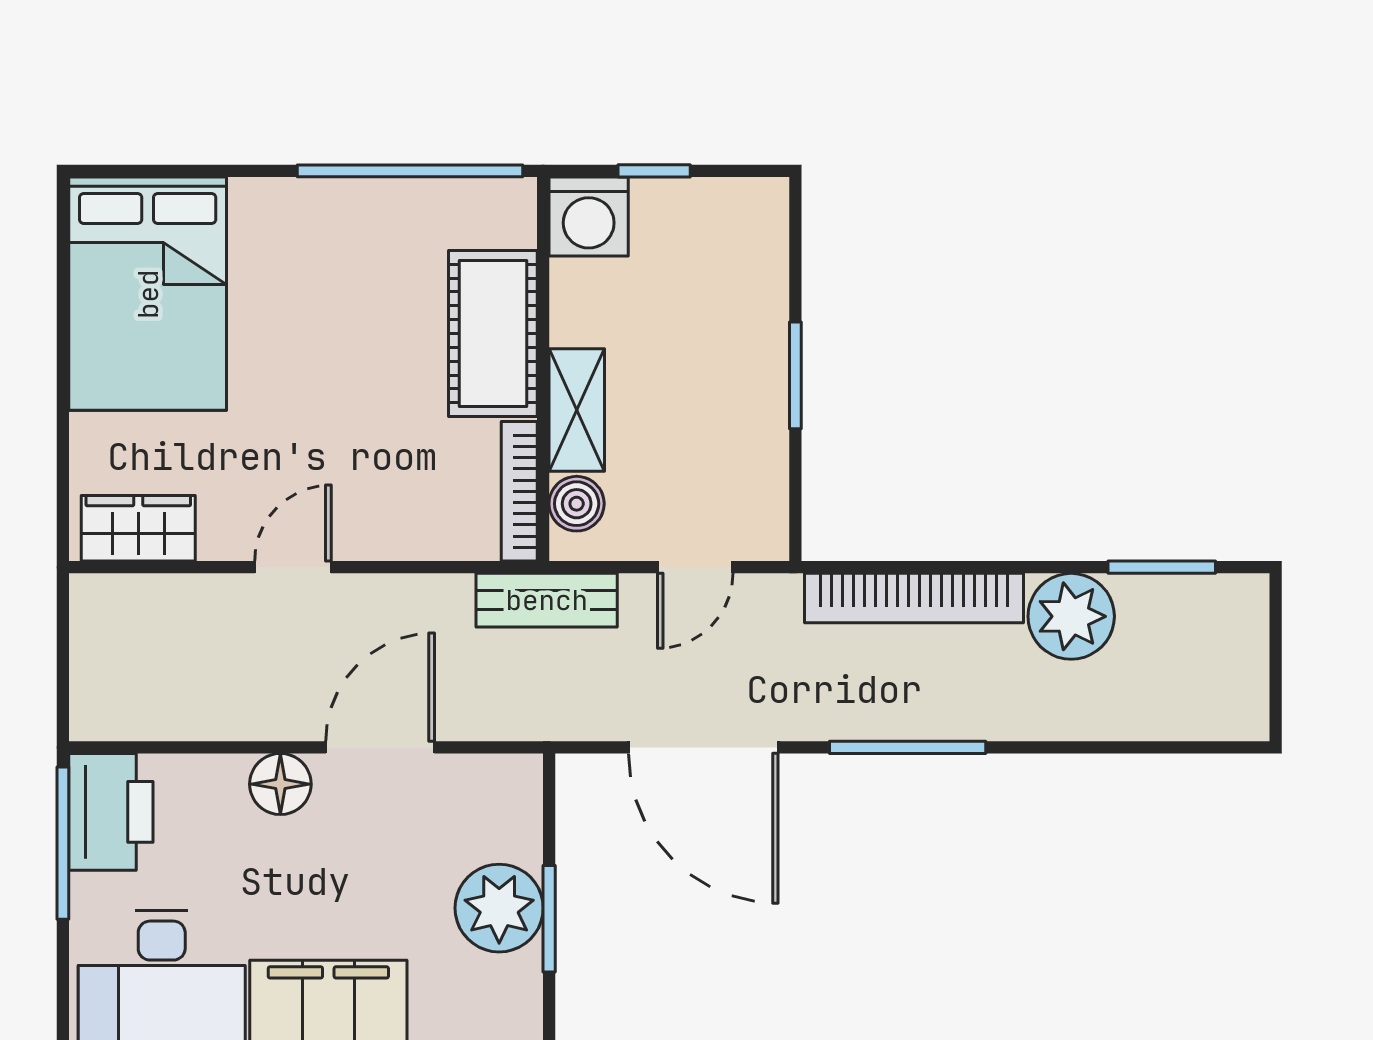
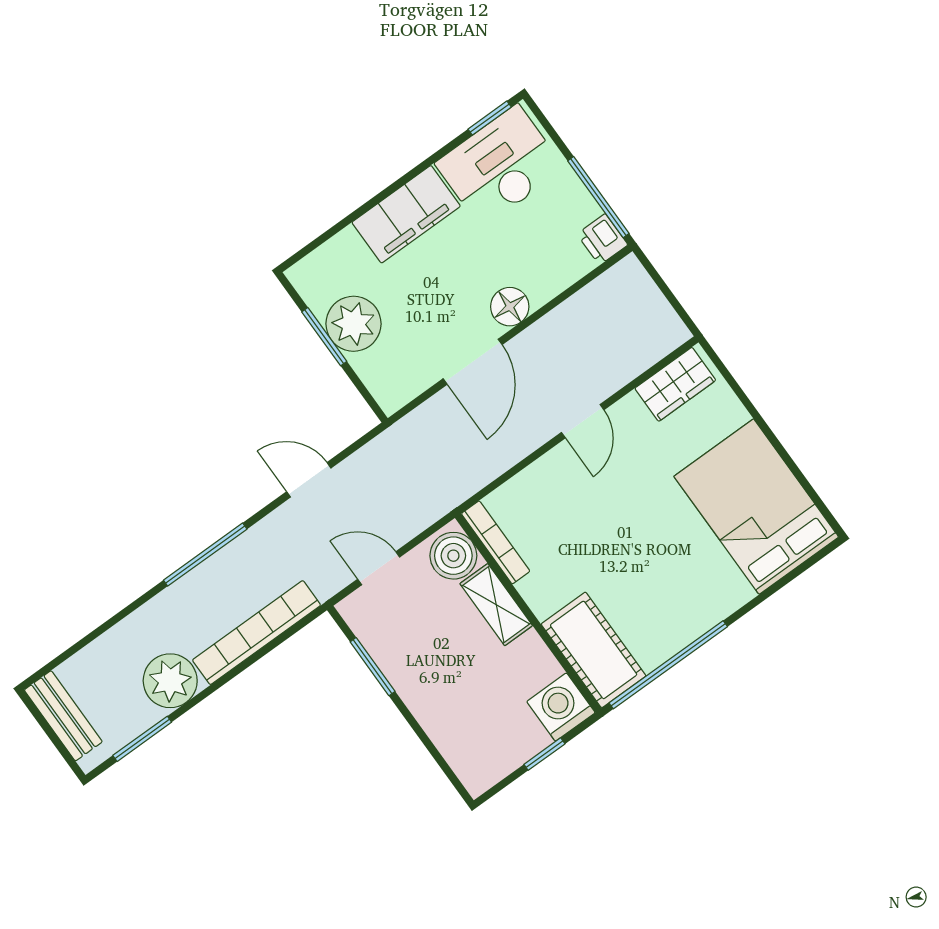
cot: (493, 333) -> (594, 650), moved
window: (795, 375) -> (373, 667), moved
boiler: (577, 504) -> (453, 556), width x1.36, depth x1.36
door: (695, 567) -> (379, 568), hinge flipped
bench: (547, 600) -> (63, 716), moved, turned 90
door: (703, 747) -> (309, 480), width x0.53
printer: (111, 812) -> (602, 239), width x0.53, depth x0.68

